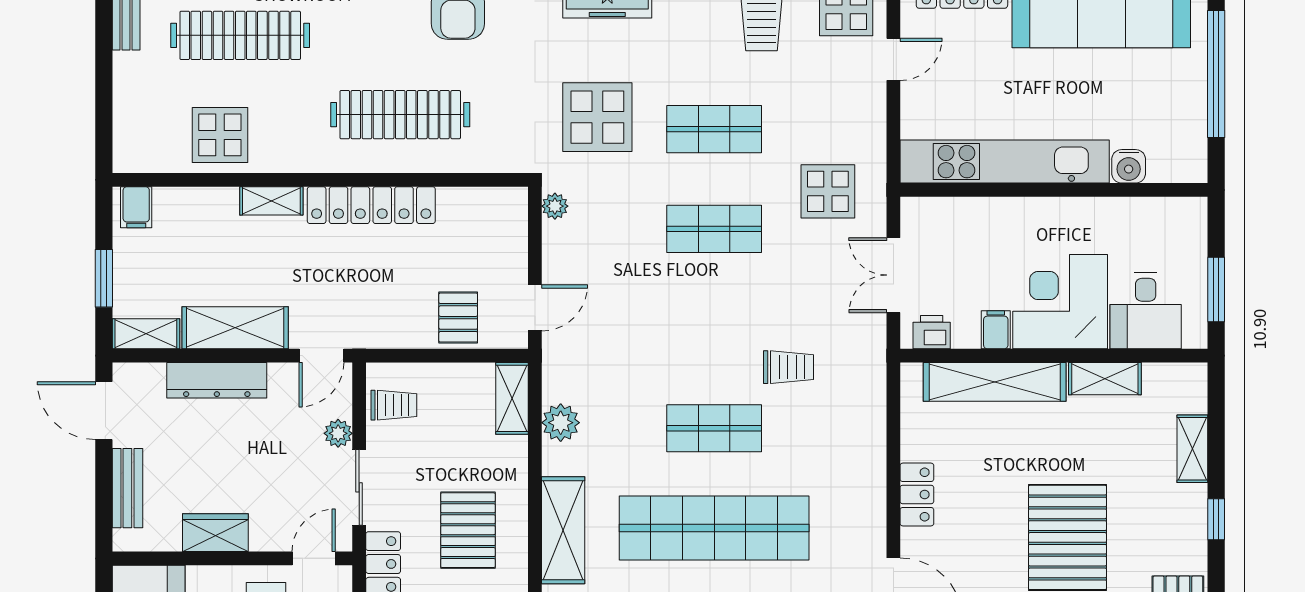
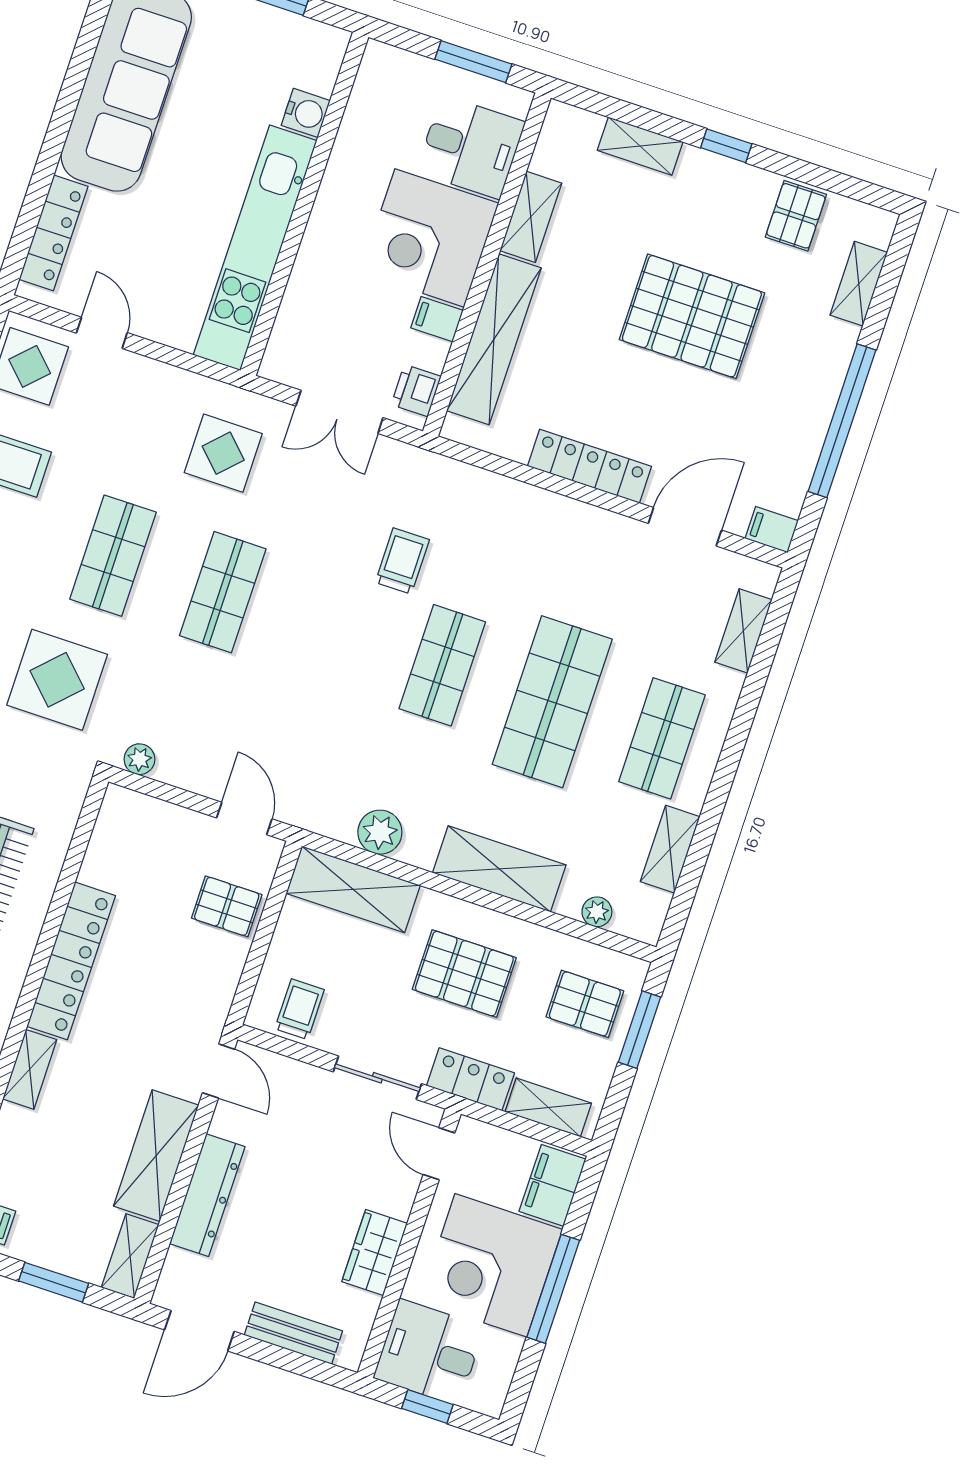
shelving: (512, 398) -> (353, 889), width x1.50, depth x1.33
plant: (338, 433) -> (310, 1081), removed
locker: (917, 494) -> (589, 466), width x1.53
shop shelf: (714, 528) -> (552, 702), width x0.71

